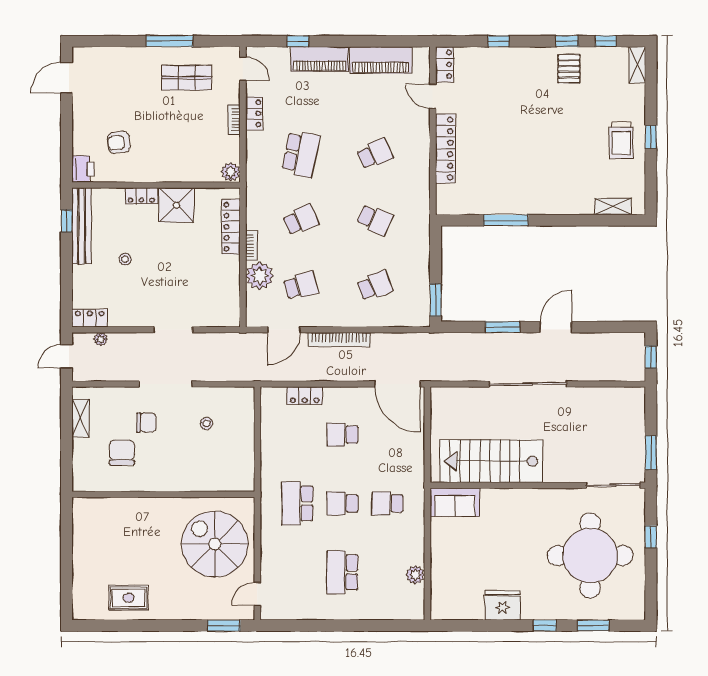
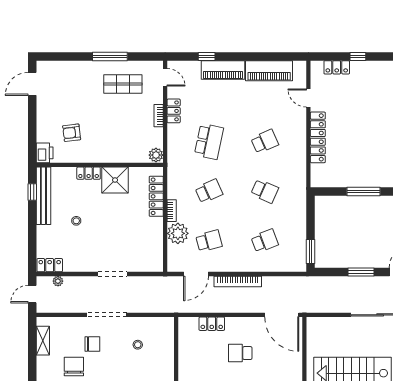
locker: (445, 64) -> (337, 67), moved, turned 90

